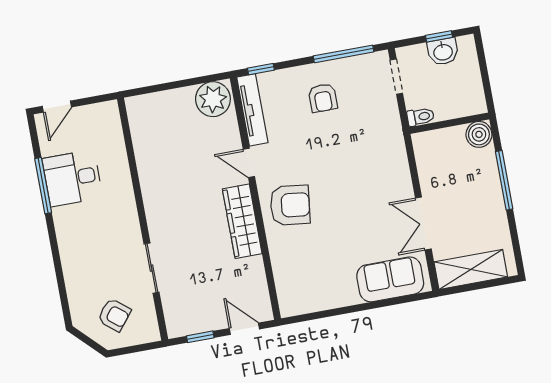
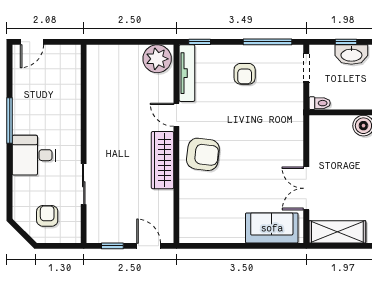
washbasin: (443, 52) -> (351, 55), width x1.38
desk: (72, 178) -> (34, 155), moved
window: (43, 186) -> (10, 120), moved
armchair: (114, 315) -> (47, 216), turned -129

